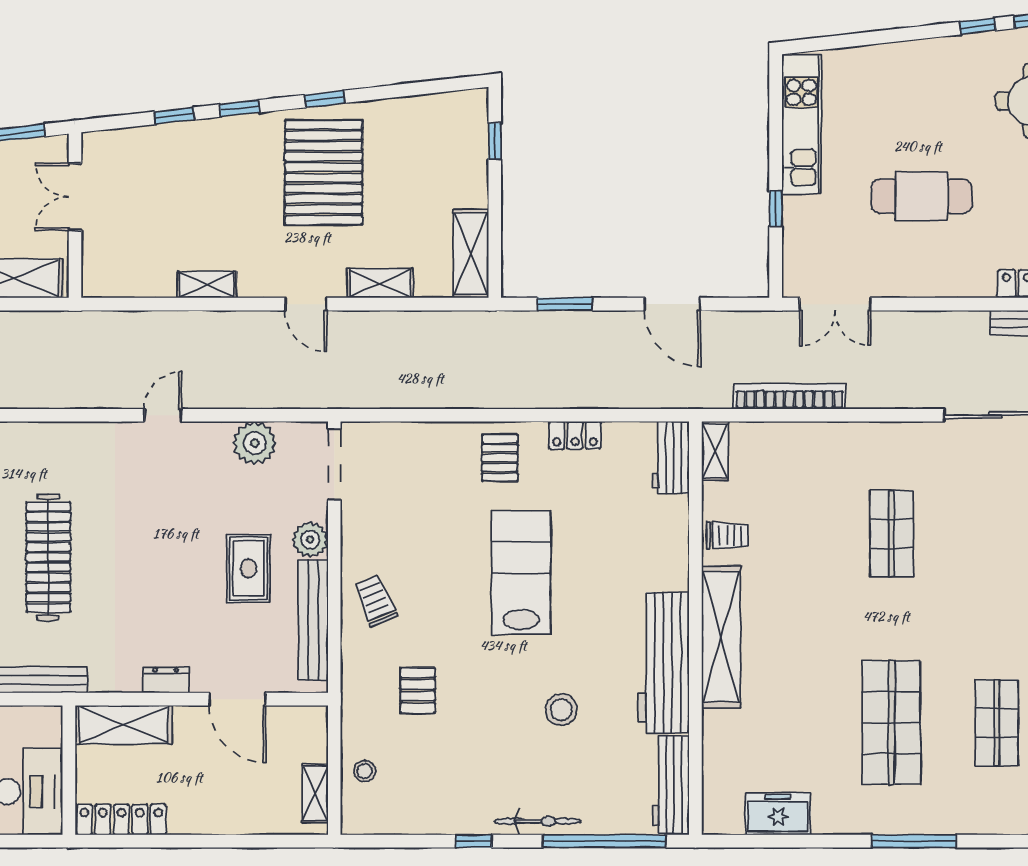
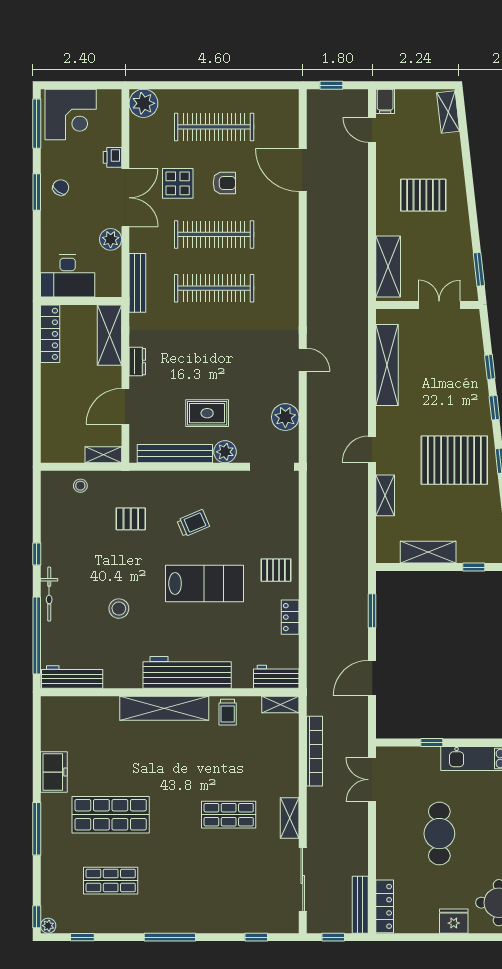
shelving: (471, 254) -> (428, 552), moved
shelving: (207, 285) -> (387, 365), width x2.20, depth x1.33
shelving: (897, 436) -> (290, 818), added
trolley: (375, 601) -> (193, 523), moved
workbench: (664, 663) -> (187, 672), moved
shelving: (315, 793) -> (103, 455), moved
freezer: (778, 814) -> (54, 772), moved

